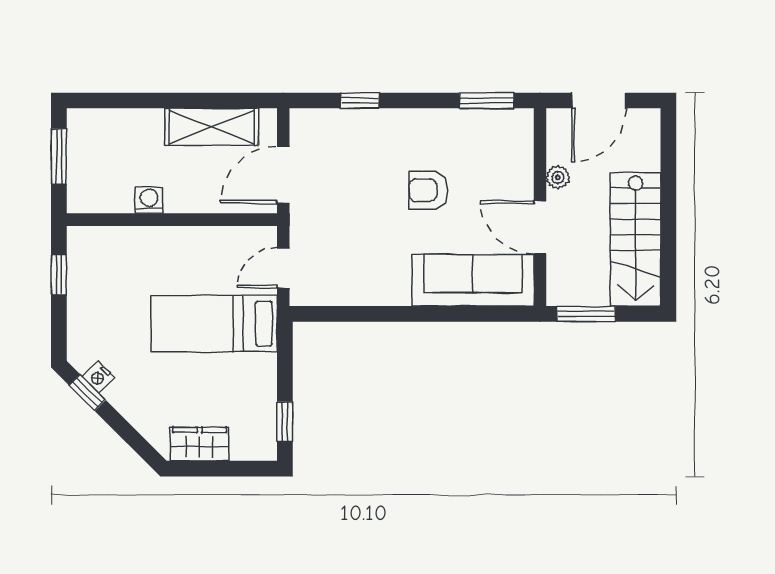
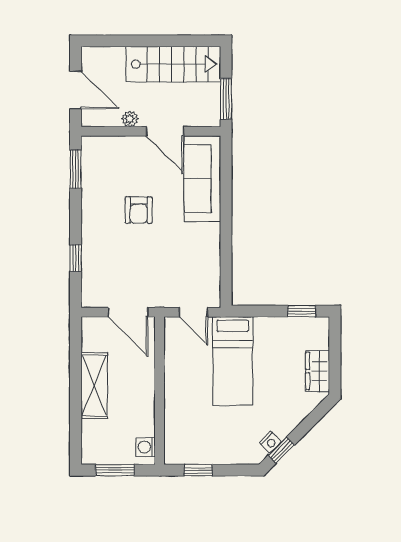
shelving: (212, 127) -> (94, 385), moved
washing machine: (149, 200) -> (146, 447), moved
door: (540, 227) -> (165, 131), hinge flipped

